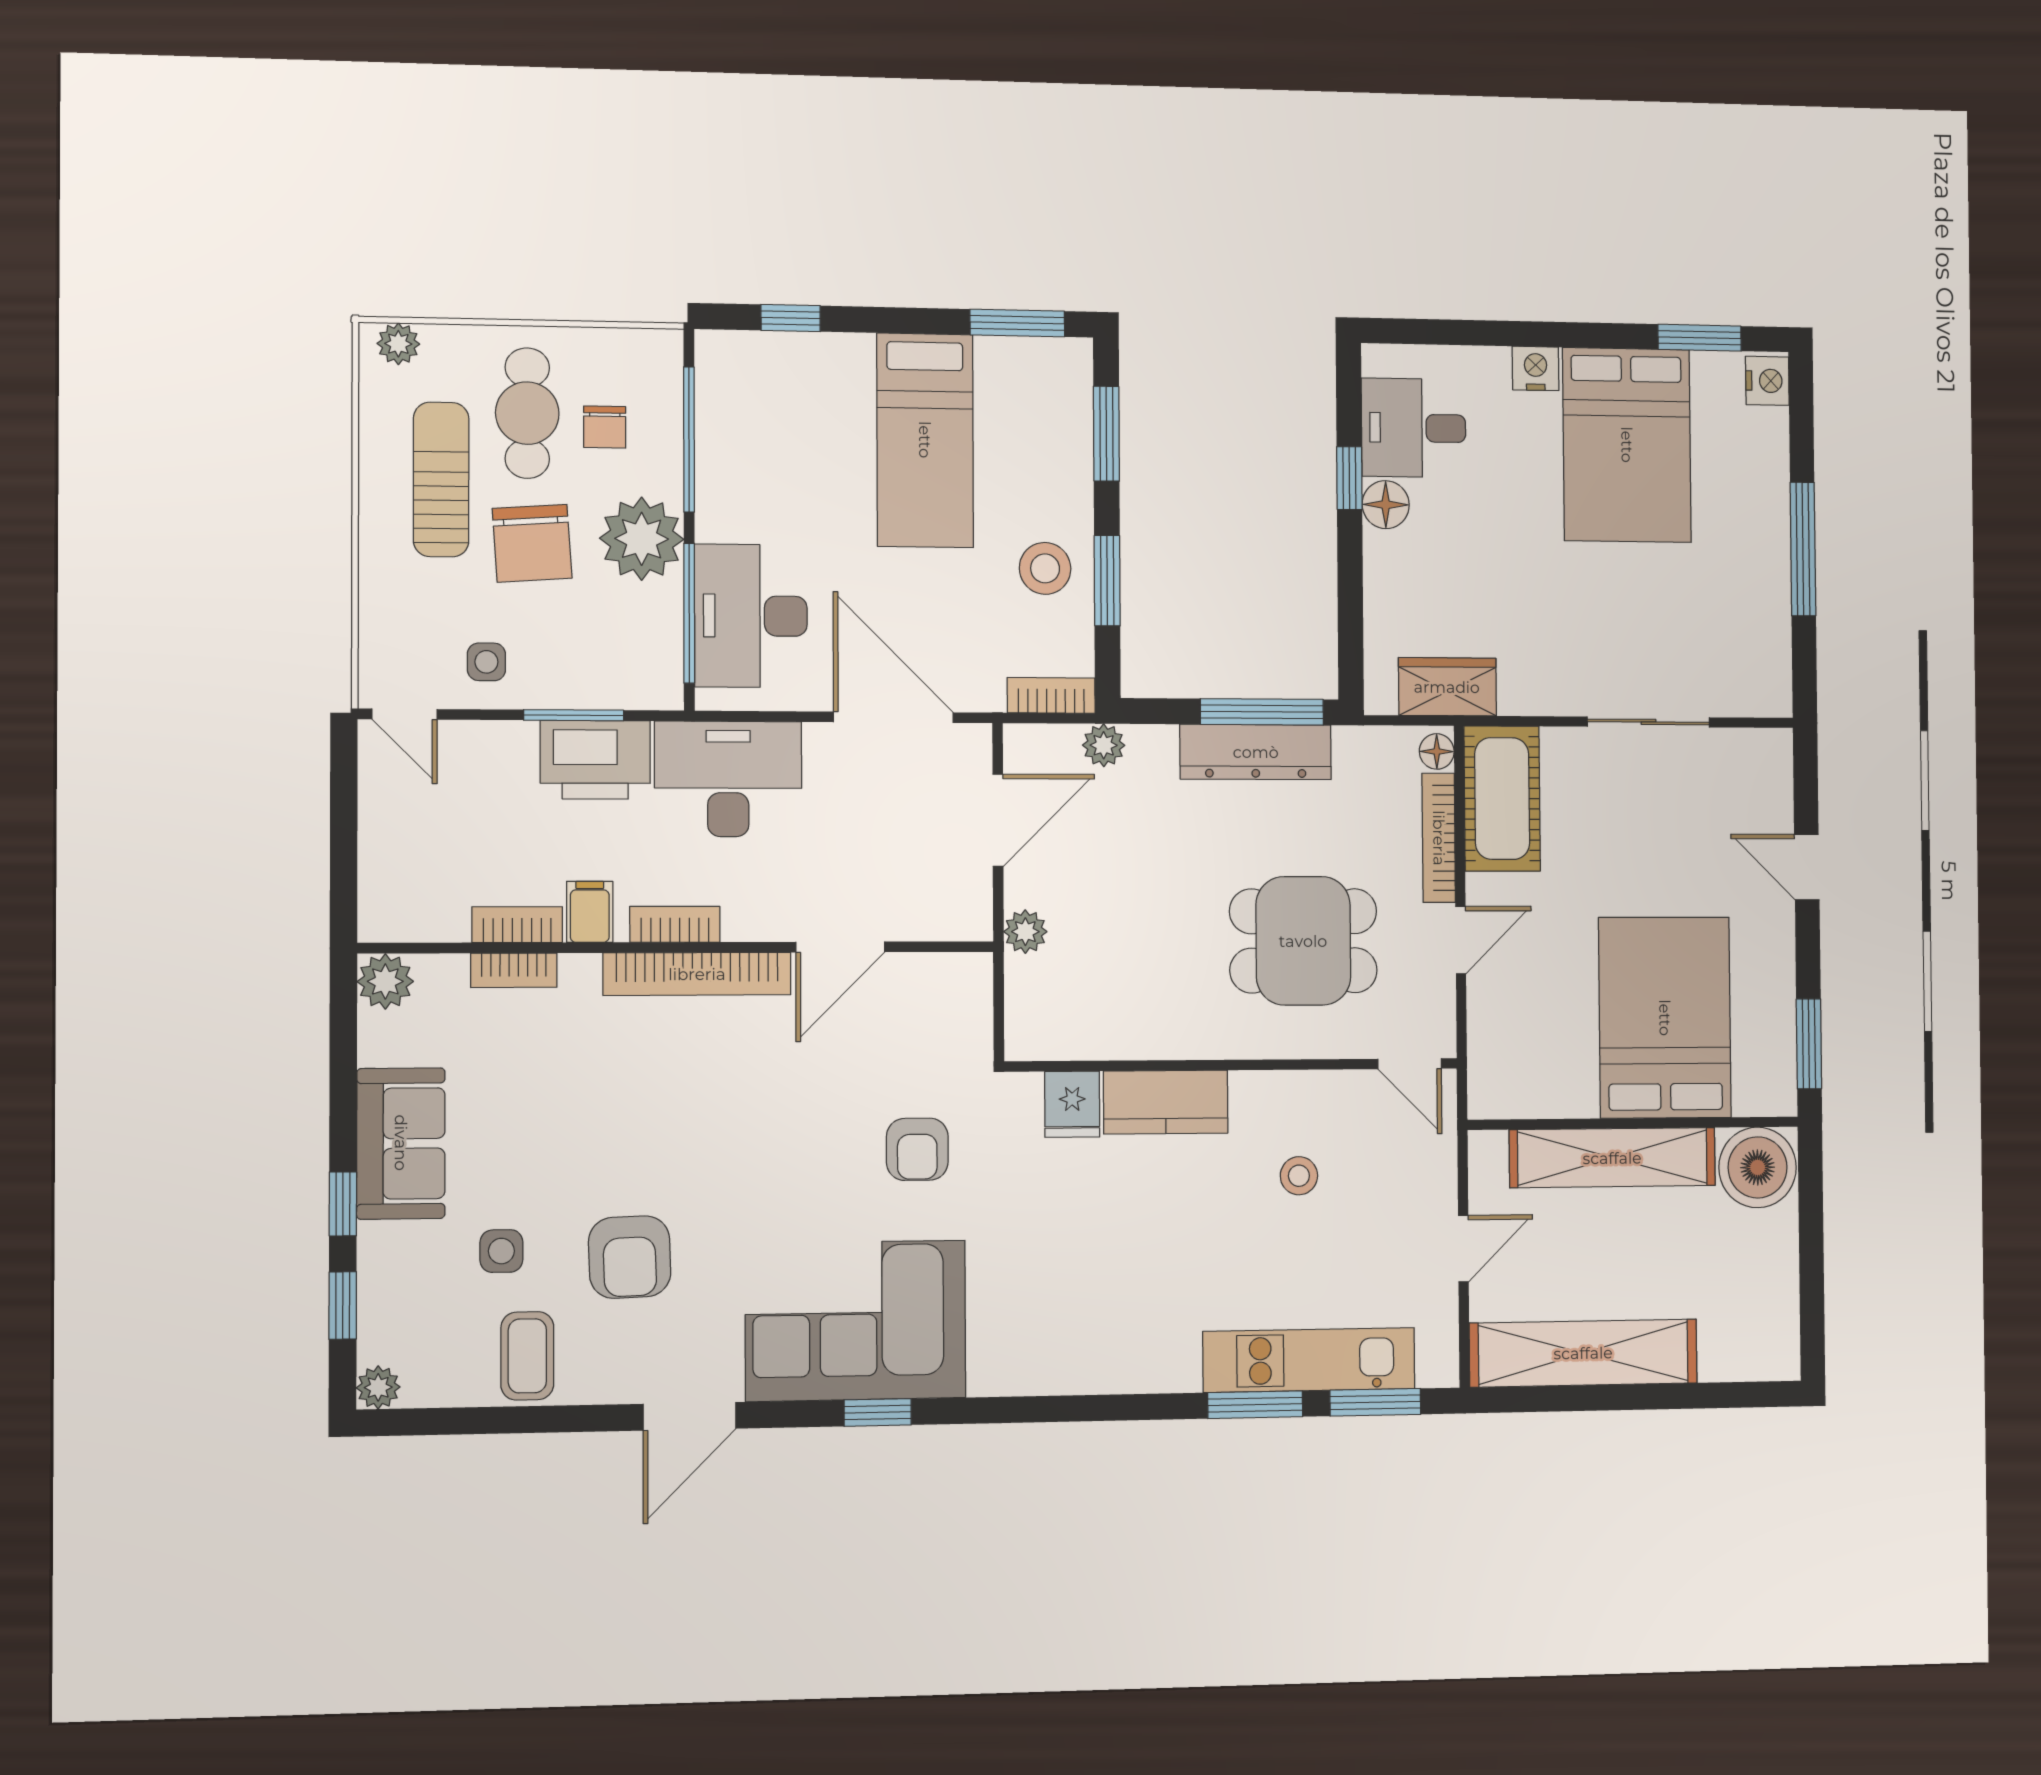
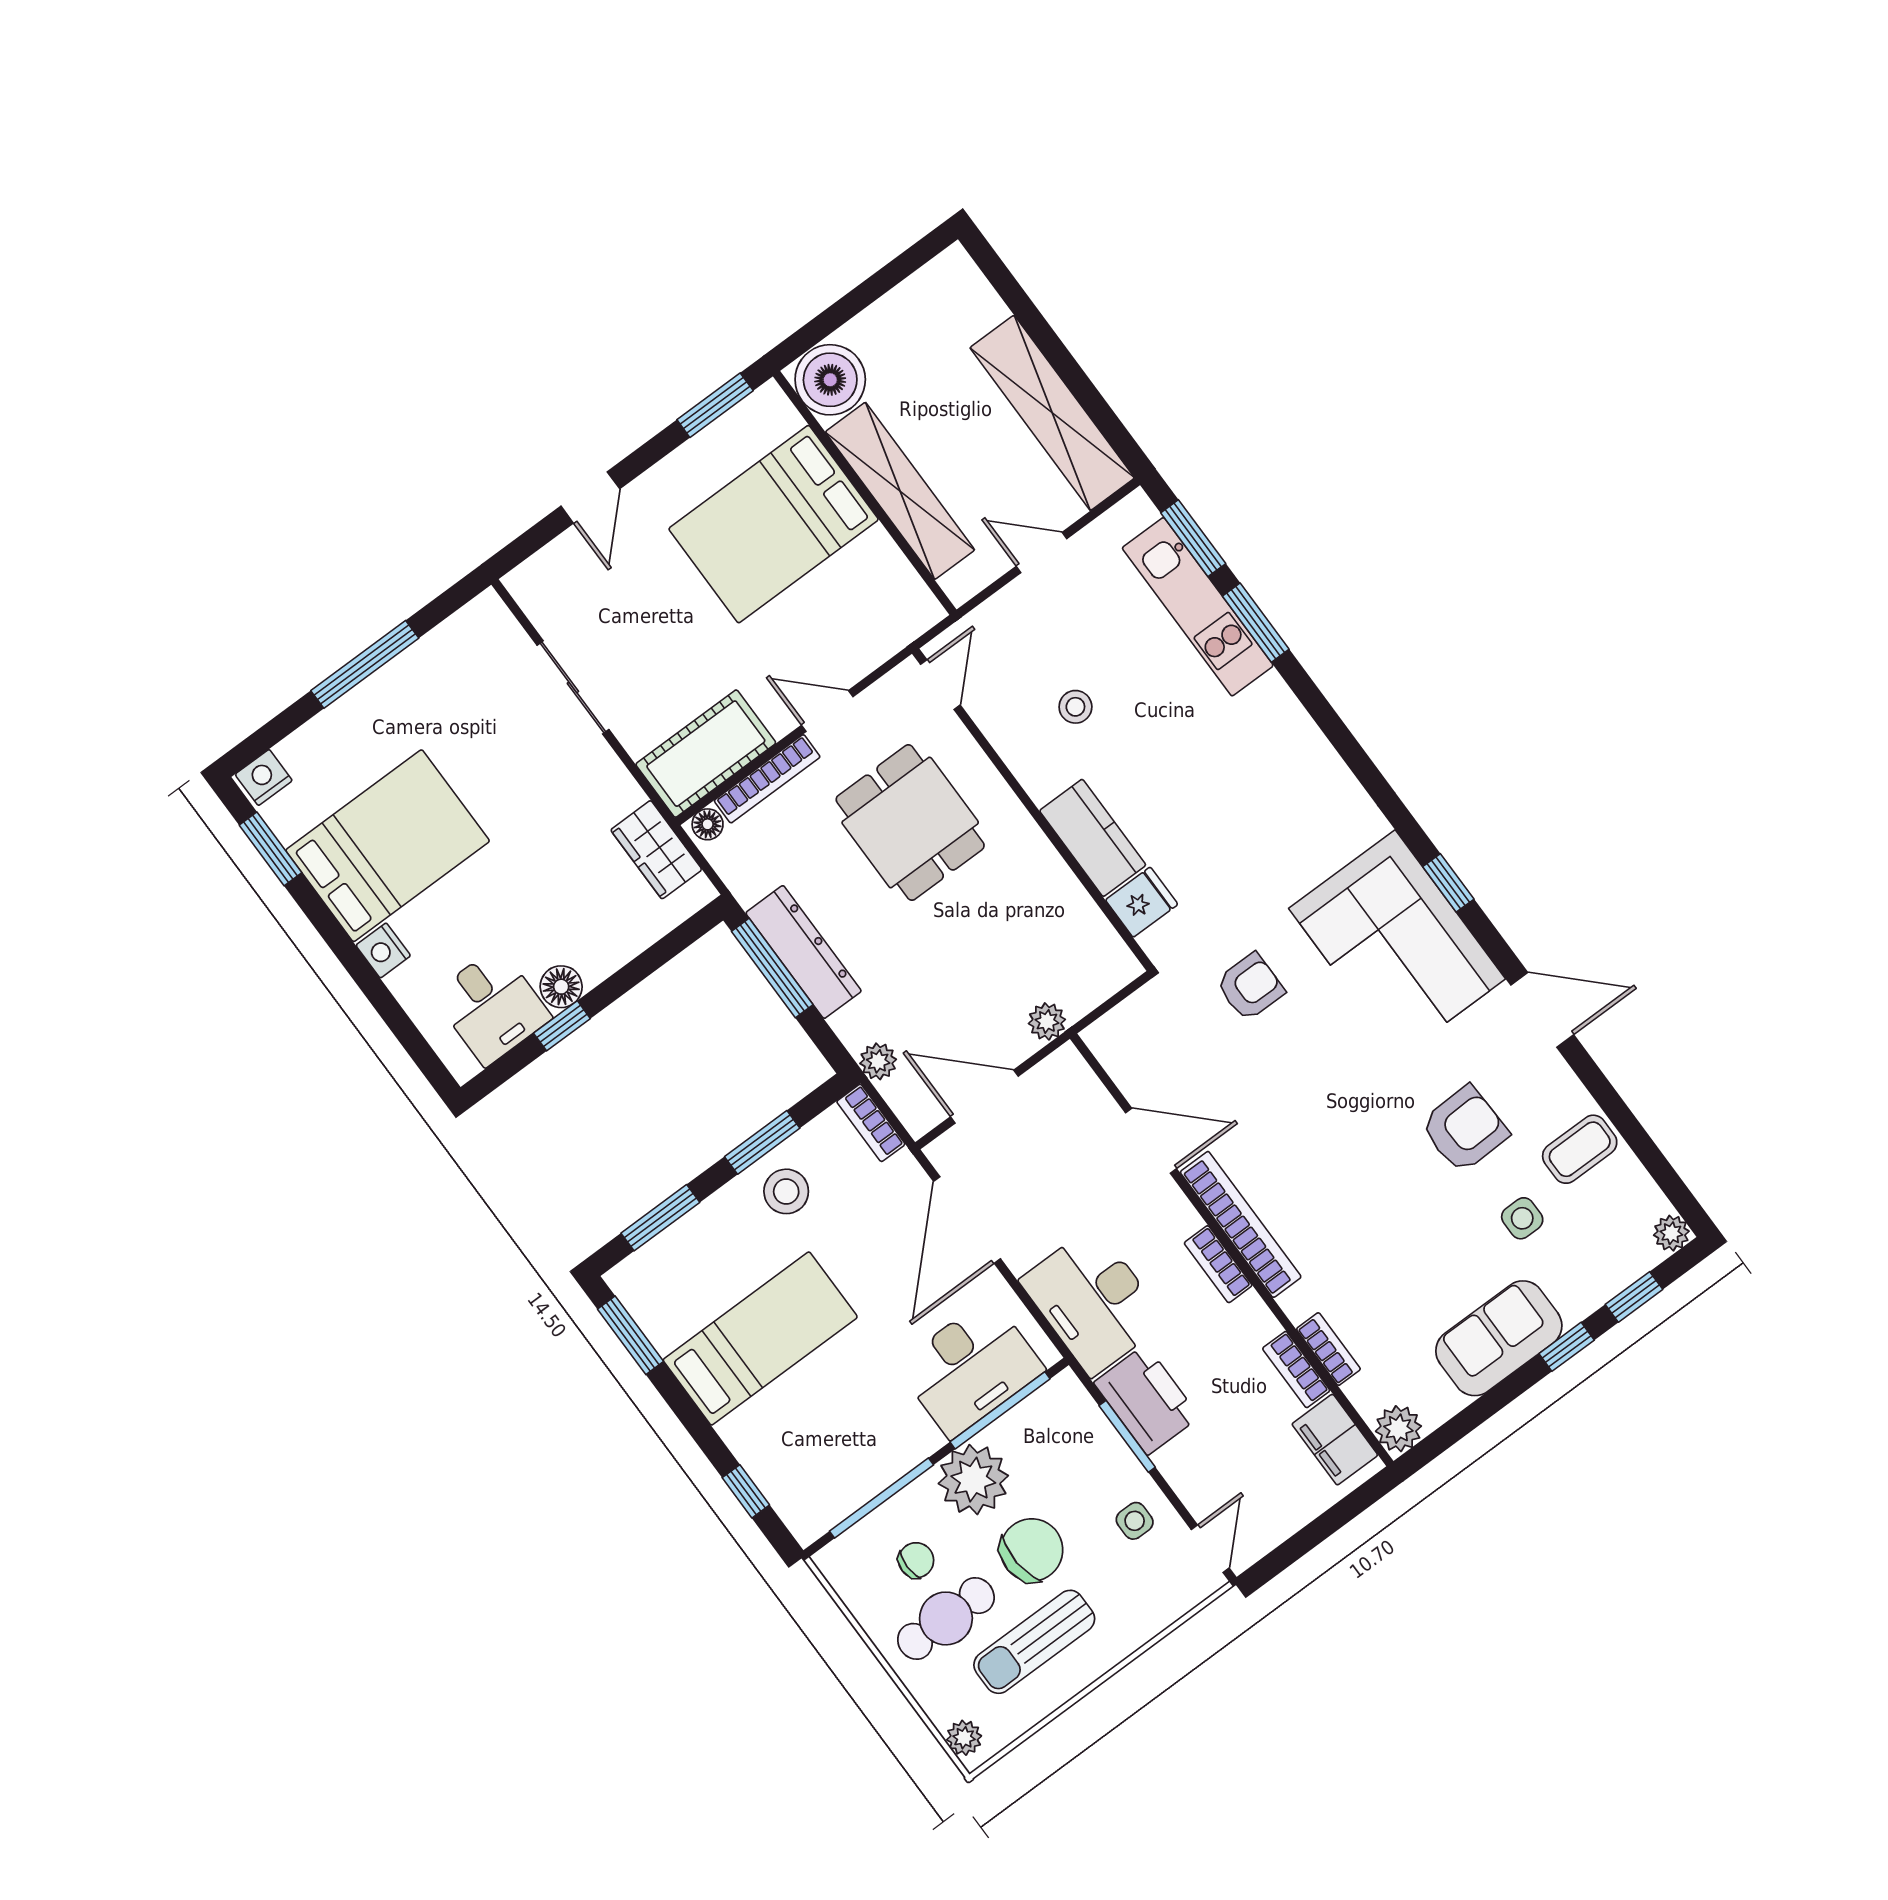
filing cabinet: (590, 912) -> (1335, 1440), moved, width x2.00

